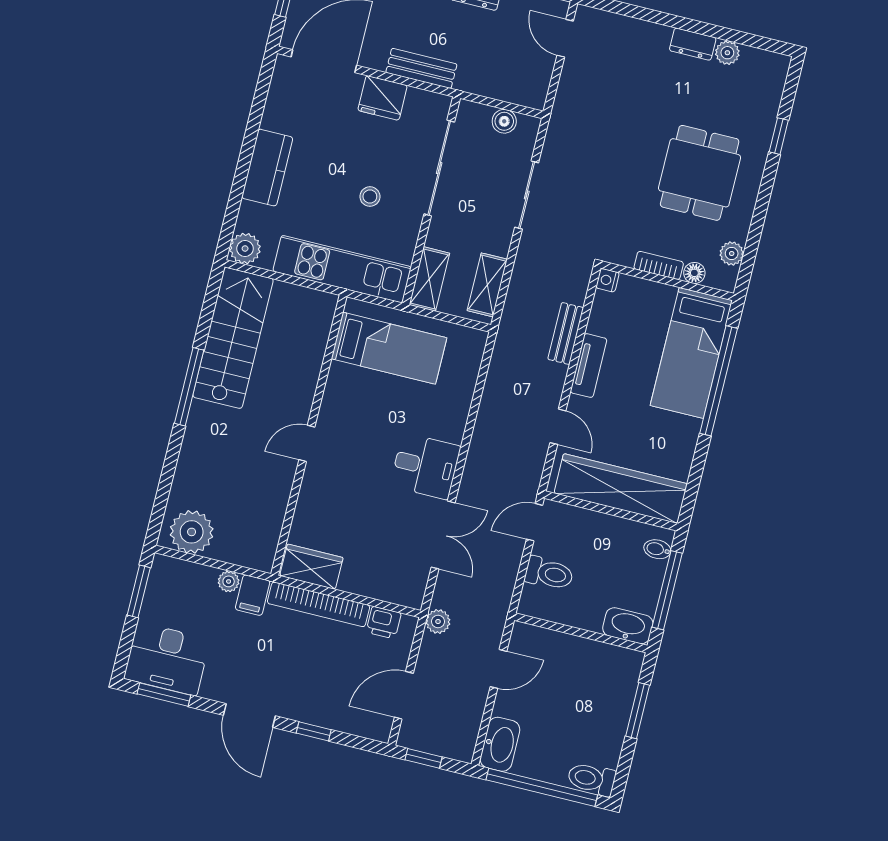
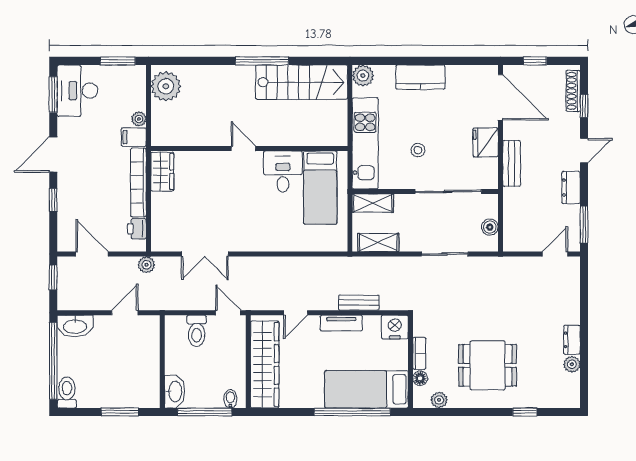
nightstand: (608, 280) -> (395, 327), width x1.89, depth x1.79
desk: (425, 466) -> (283, 172), moved, turned 180
door: (498, 669) -> (125, 313), swing flipped

